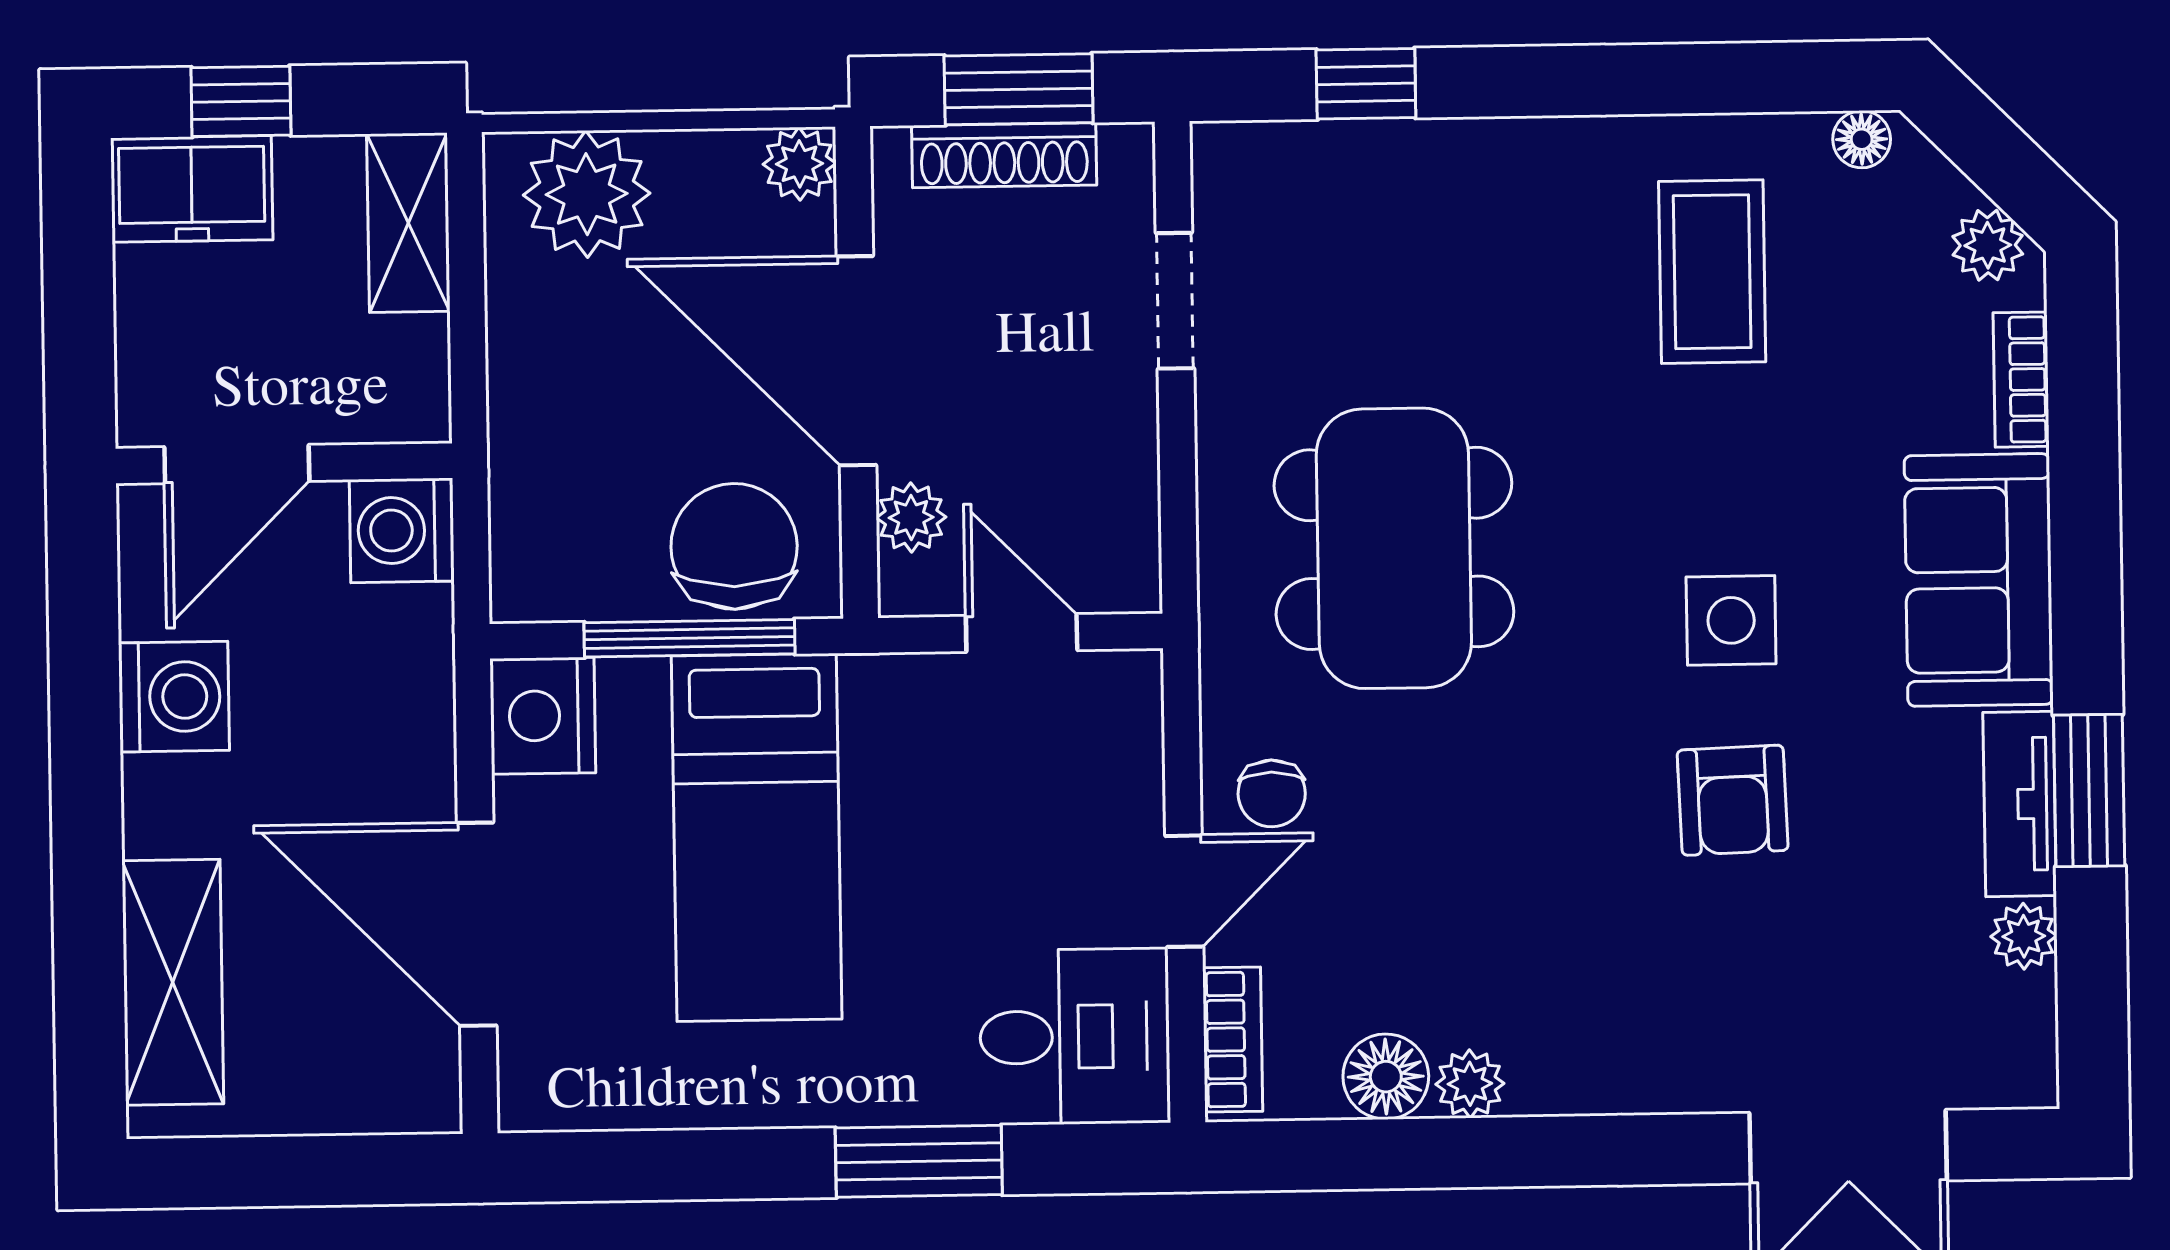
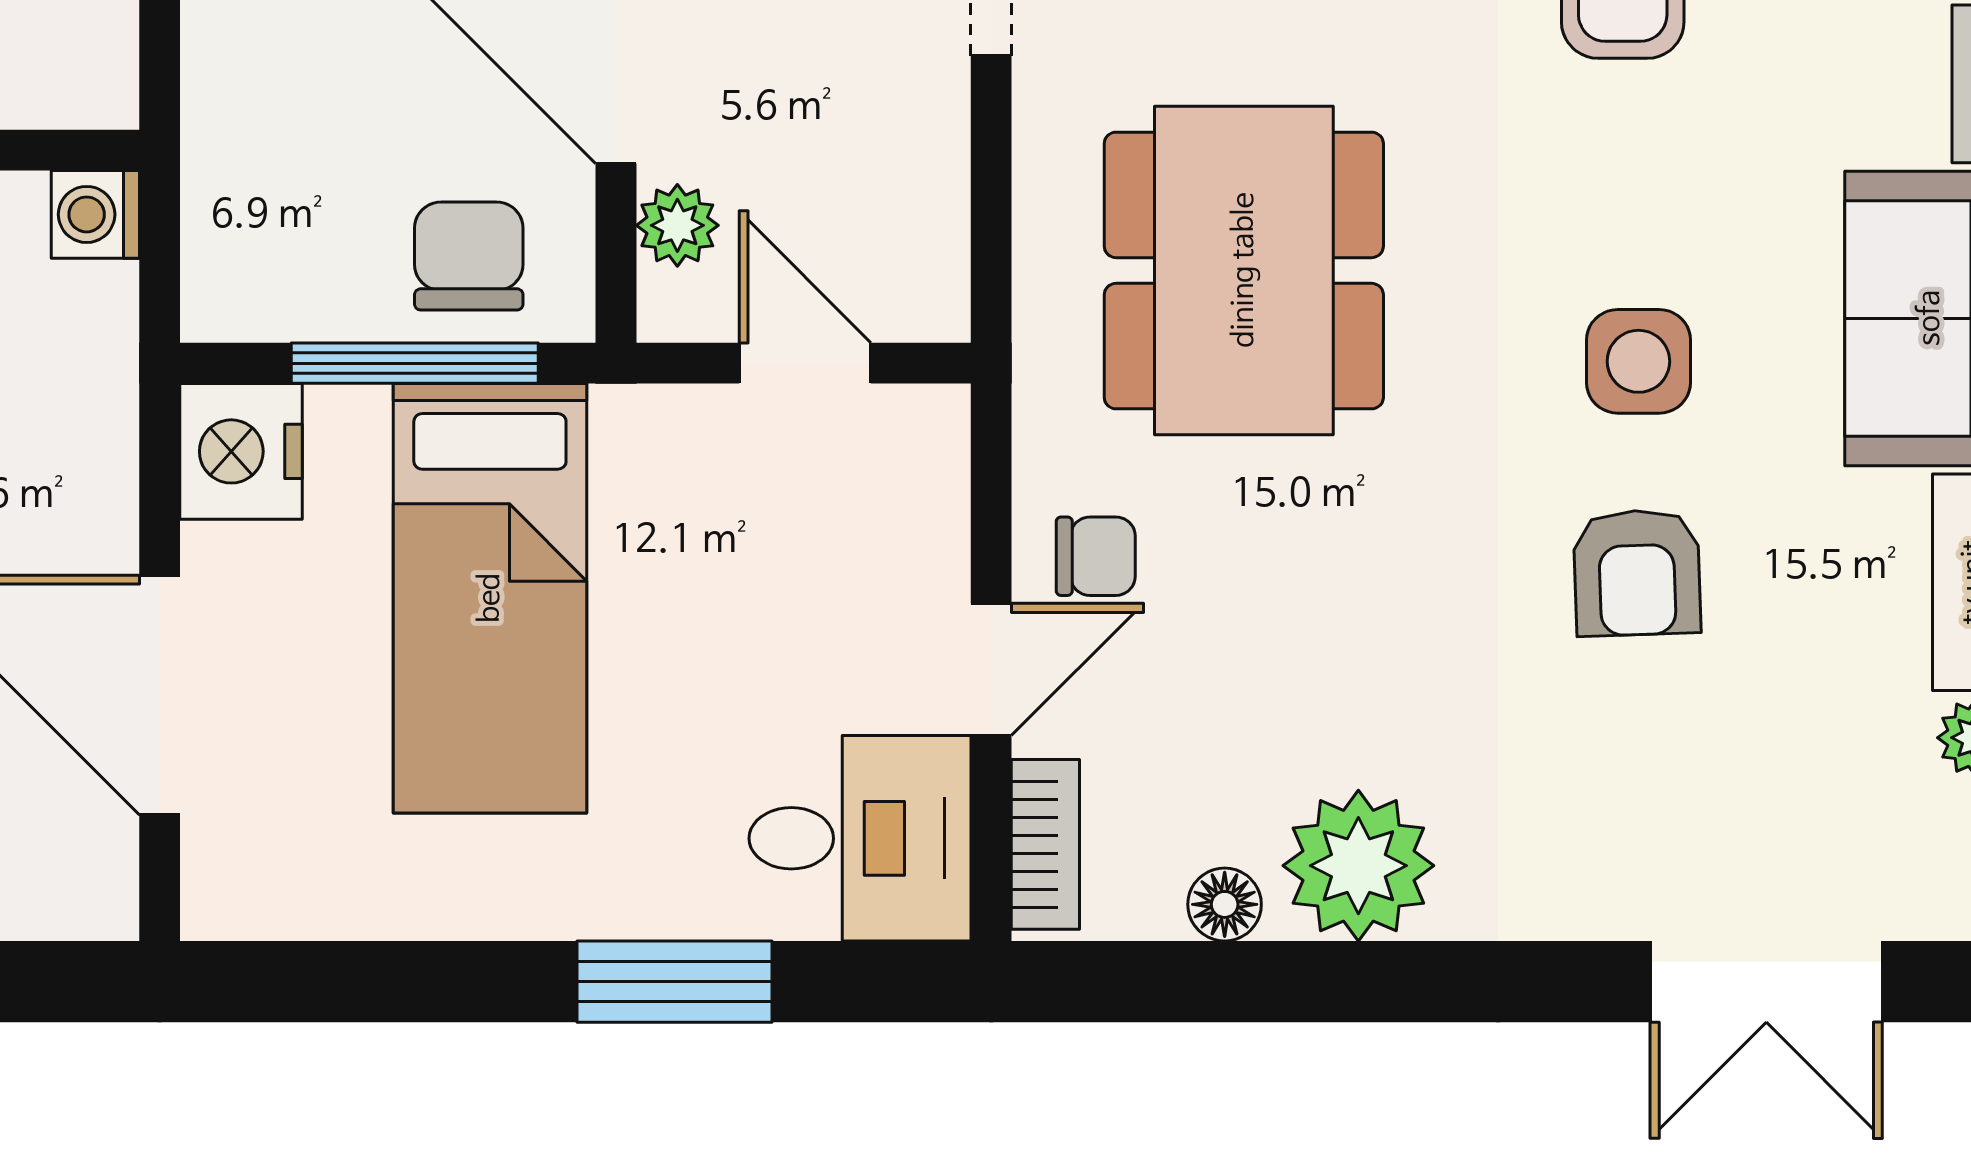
washing machine: (402, 530) -> (95, 214), width x0.73, depth x0.73
chair: (734, 546) -> (469, 256), width x0.73, depth x0.73
chair: (1272, 793) -> (1096, 556), turned -90
floor lamp: (1386, 1077) -> (1225, 904), width x0.73, depth x0.73
plant: (1470, 1084) -> (1358, 866), width x1.88, depth x1.88

